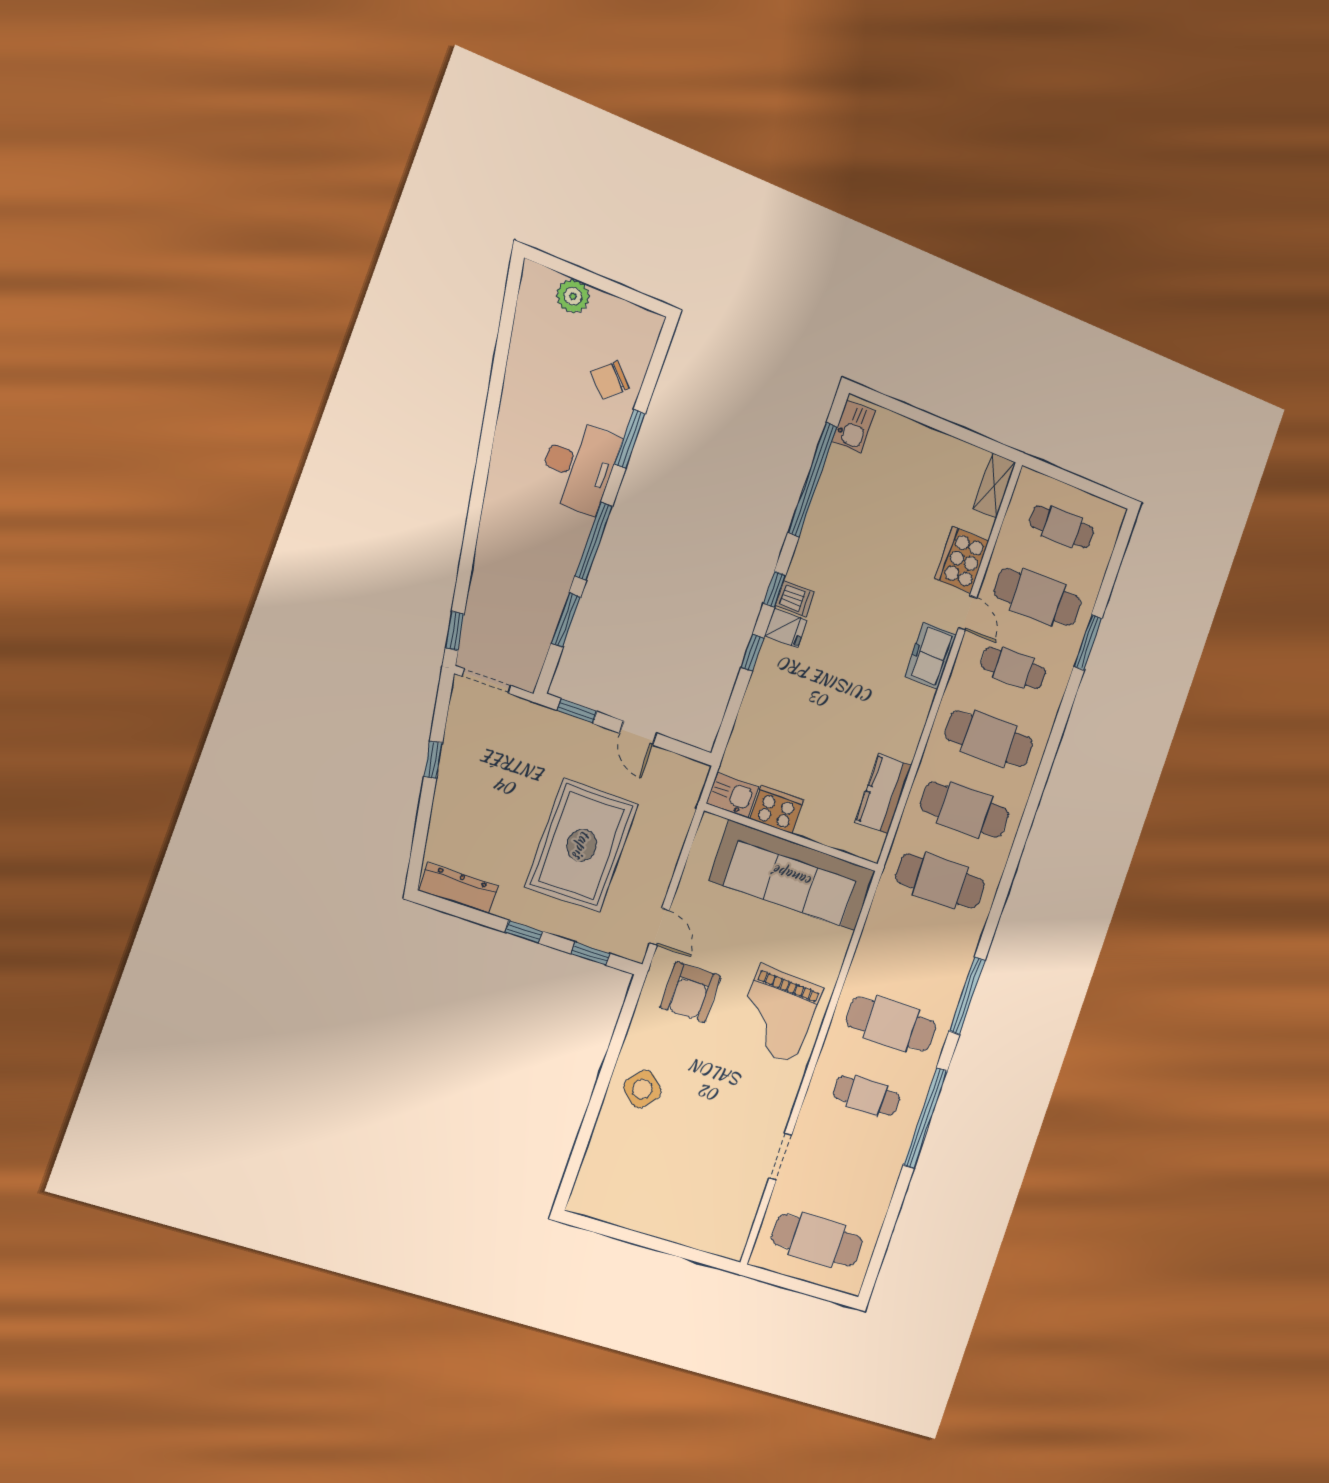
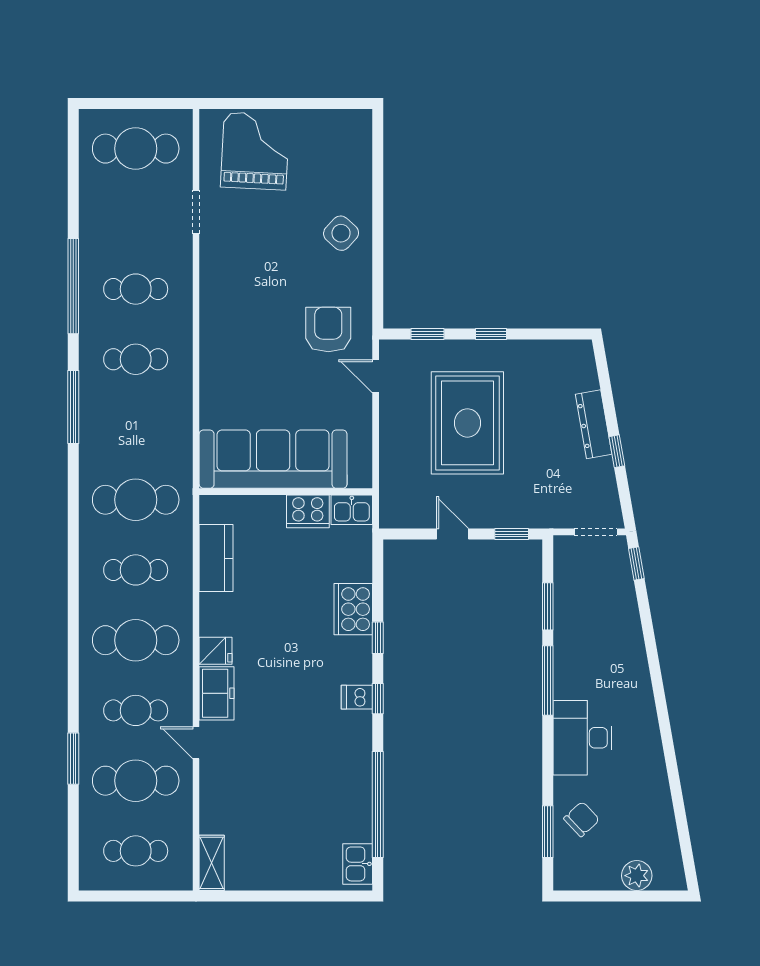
window: (630, 439) -> (548, 832), moved
cooker: (962, 560) -> (353, 609), moved, turned 180
fridge: (786, 628) -> (216, 651), moved, turned 180
cafe table: (965, 810) -> (136, 570), width x0.73, depth x0.74
dresser: (459, 888) -> (594, 424), moved, turned 80
grand piano: (777, 1014) -> (255, 151), moved
cafe table: (891, 1024) -> (136, 359), width x0.73, depth x0.74

